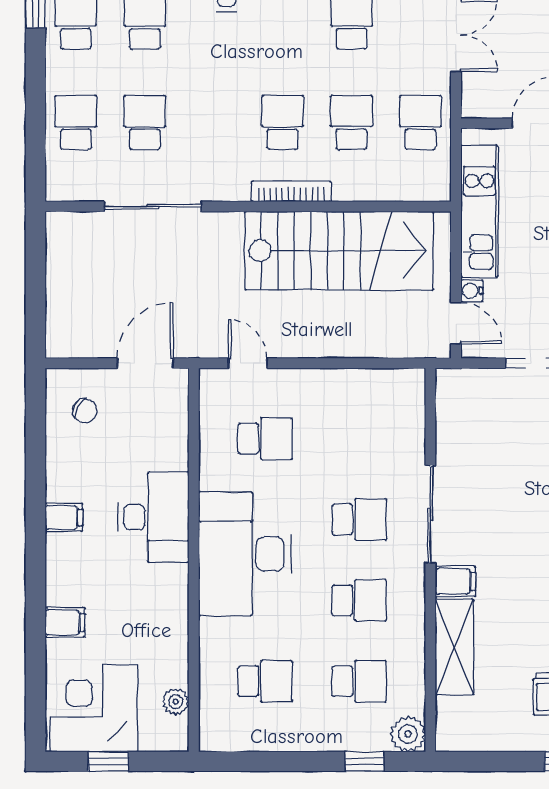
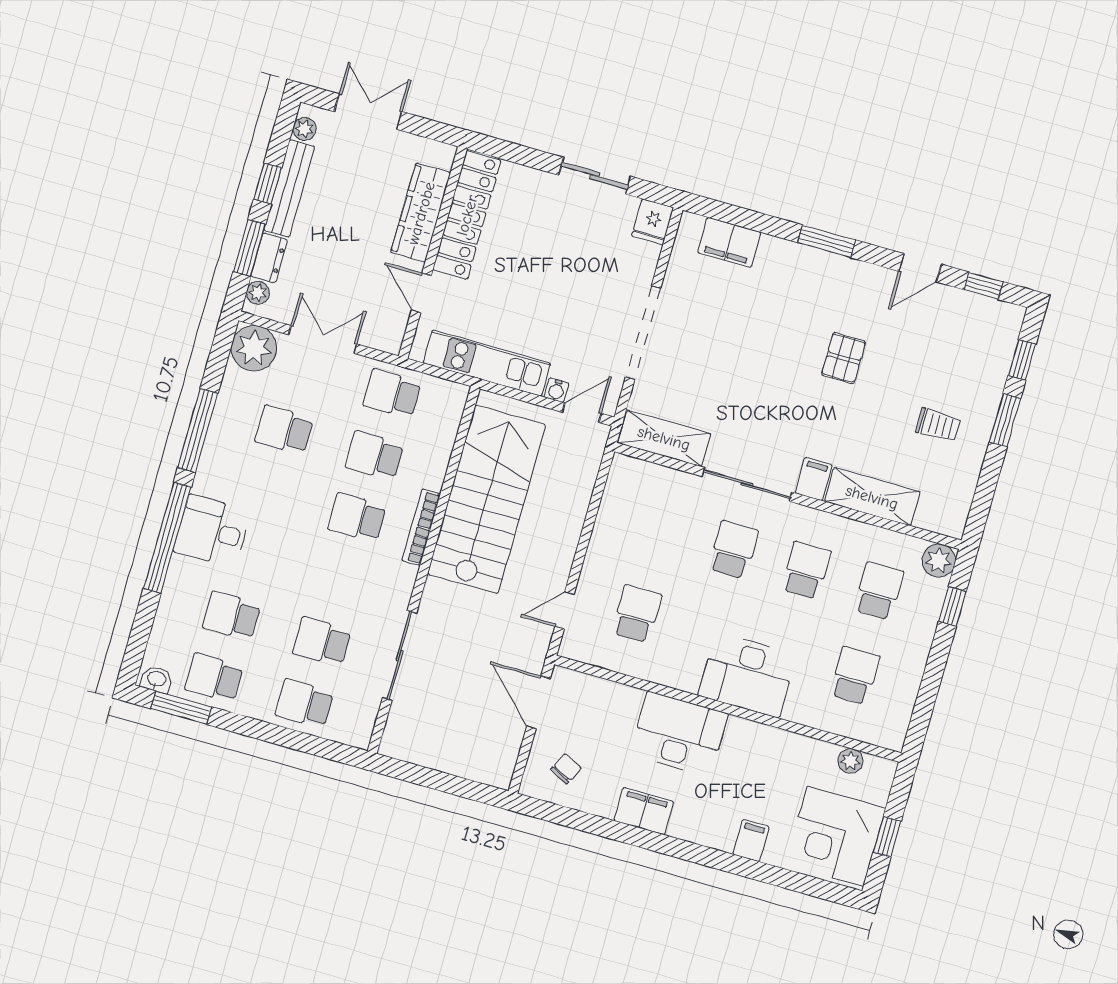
shelving: (454, 416) -> (664, 438), added
filing cabinet: (64, 517) -> (644, 811), width x2.00
desk: (245, 554) -> (747, 675), width x0.73, depth x0.77

